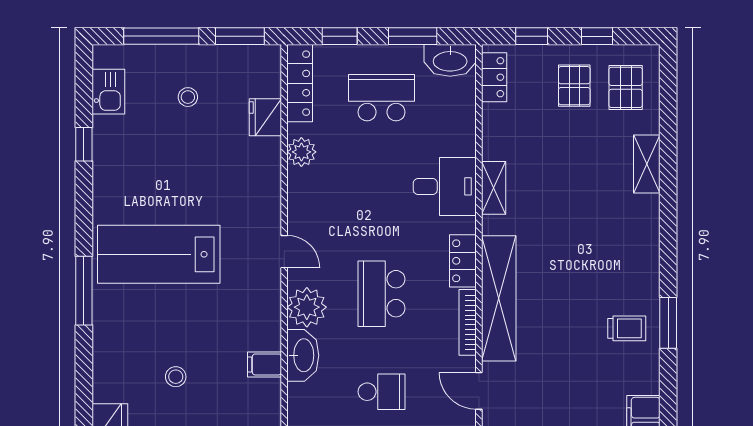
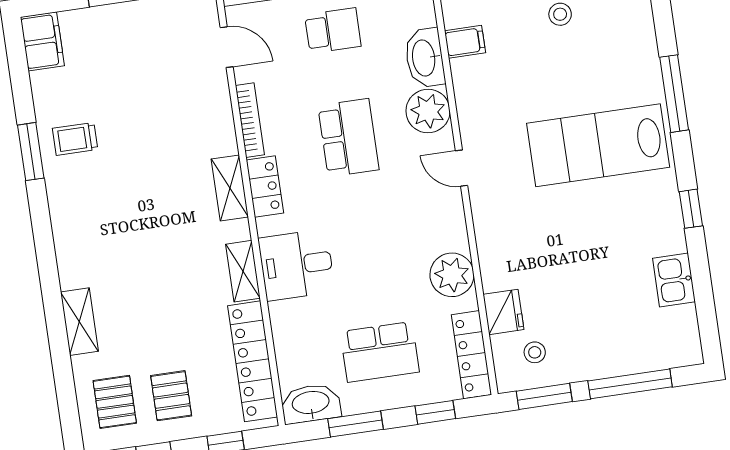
locker: (494, 77) -> (253, 361), width x2.16, depth x1.21
kitchen sink: (108, 92) -> (674, 280), moved
stool: (188, 97) -> (535, 352), moved
window: (84, 144) -> (691, 209), moved
plant: (301, 152) -> (452, 275), width x1.36, depth x1.36
lab bench: (159, 254) -> (598, 145), turned 180
shelving: (499, 298) -> (230, 188), width x0.45, depth x0.75
school desk: (382, 392) -> (333, 31), turned 180

